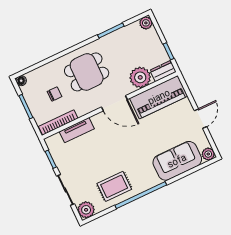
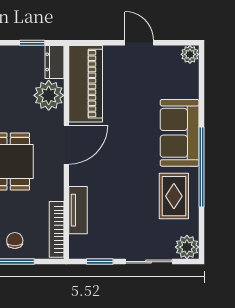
chair: (55, 94) -> (15, 240), moved
sofa: (177, 161) -> (180, 133), moved

